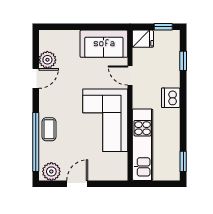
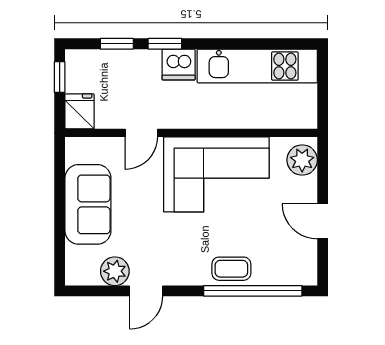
sofa: (104, 44) -> (88, 204), moved
door: (36, 78) -> (146, 291), swing flipped
kitchen unit: (143, 145) -> (257, 66), moved, turned 180
window: (183, 161) -> (165, 44), moved
plant: (51, 171) -> (302, 160), moved

